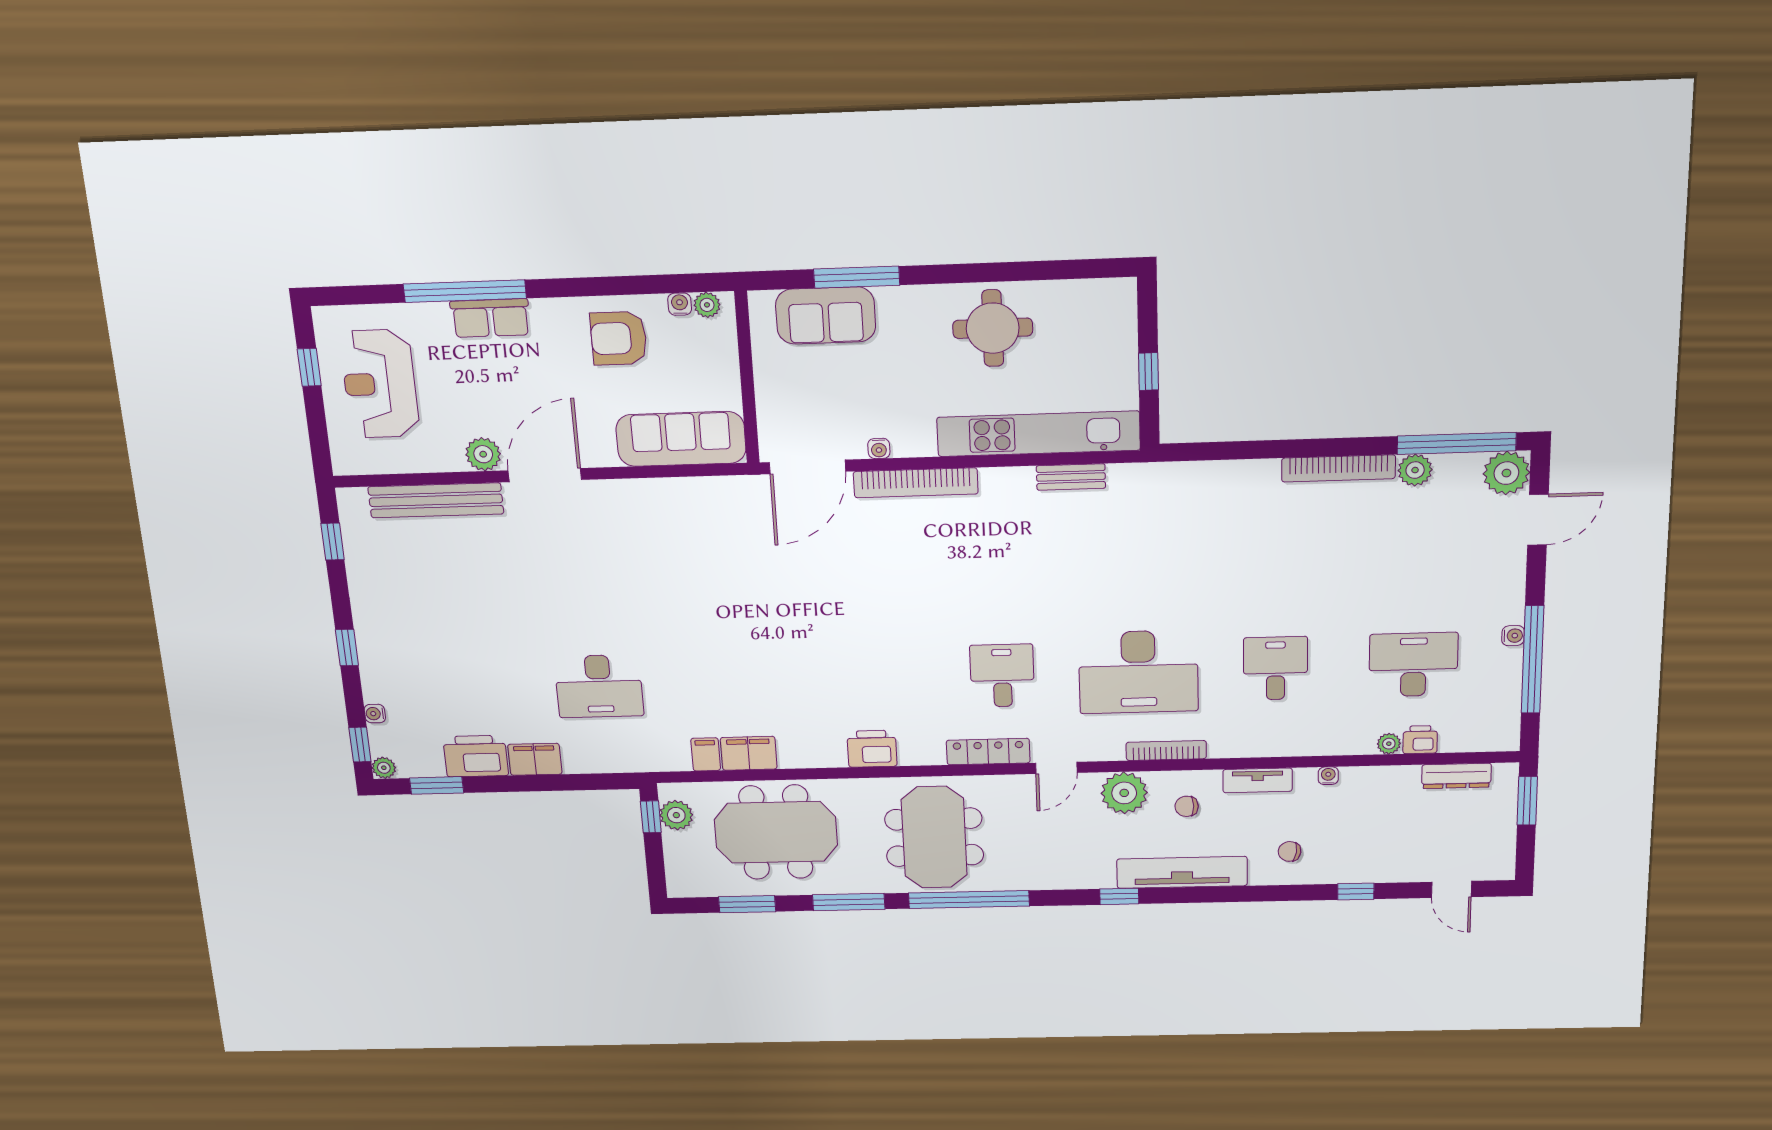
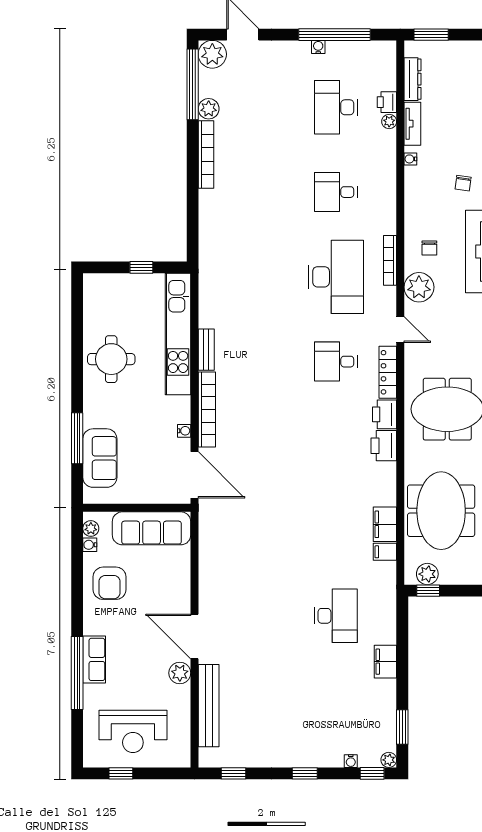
sofa: (681, 439) -> (152, 528), moved, turned -90
bench: (1071, 477) -> (206, 350), moved
printer: (476, 756) -> (385, 414), moved, width x0.73, depth x0.84
tv unit: (1258, 780) -> (412, 124), moved

